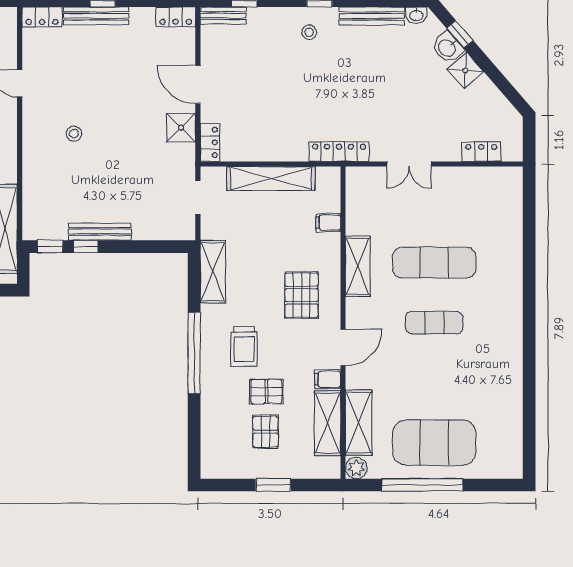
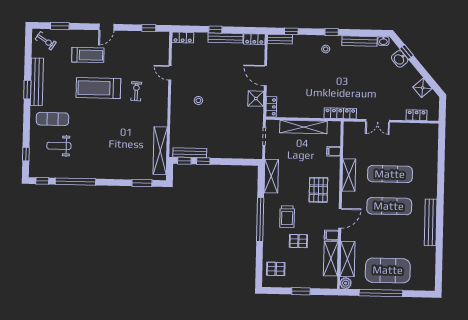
bench: (96, 16) -> (225, 38), moved
shower: (465, 70) -> (422, 88), moved
bench: (100, 232) -> (190, 153), moved
exercise mat: (434, 323) -> (389, 206), width x1.36, depth x1.45
bench: (512, 351) -> (431, 222), added
pallet: (266, 432) -> (276, 269), moved, turned 90

